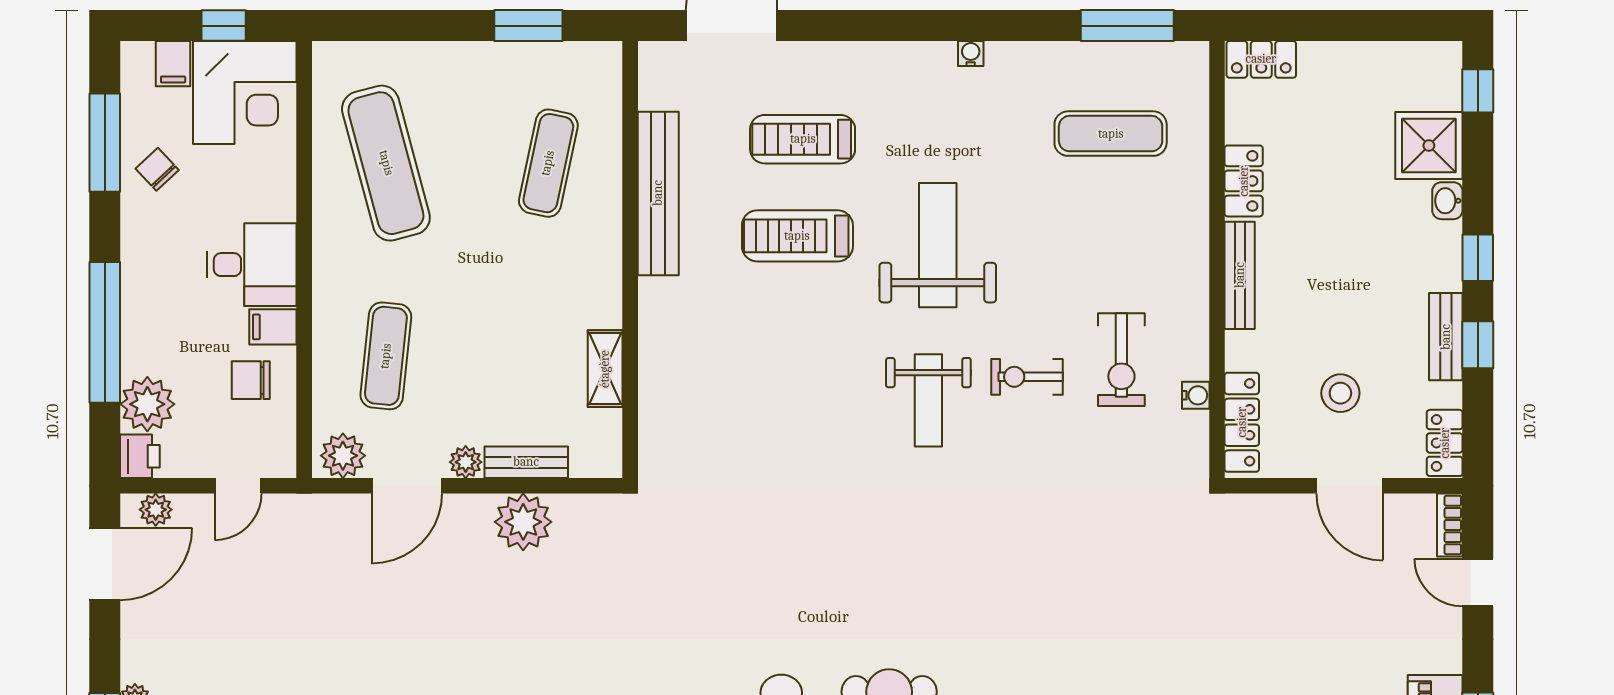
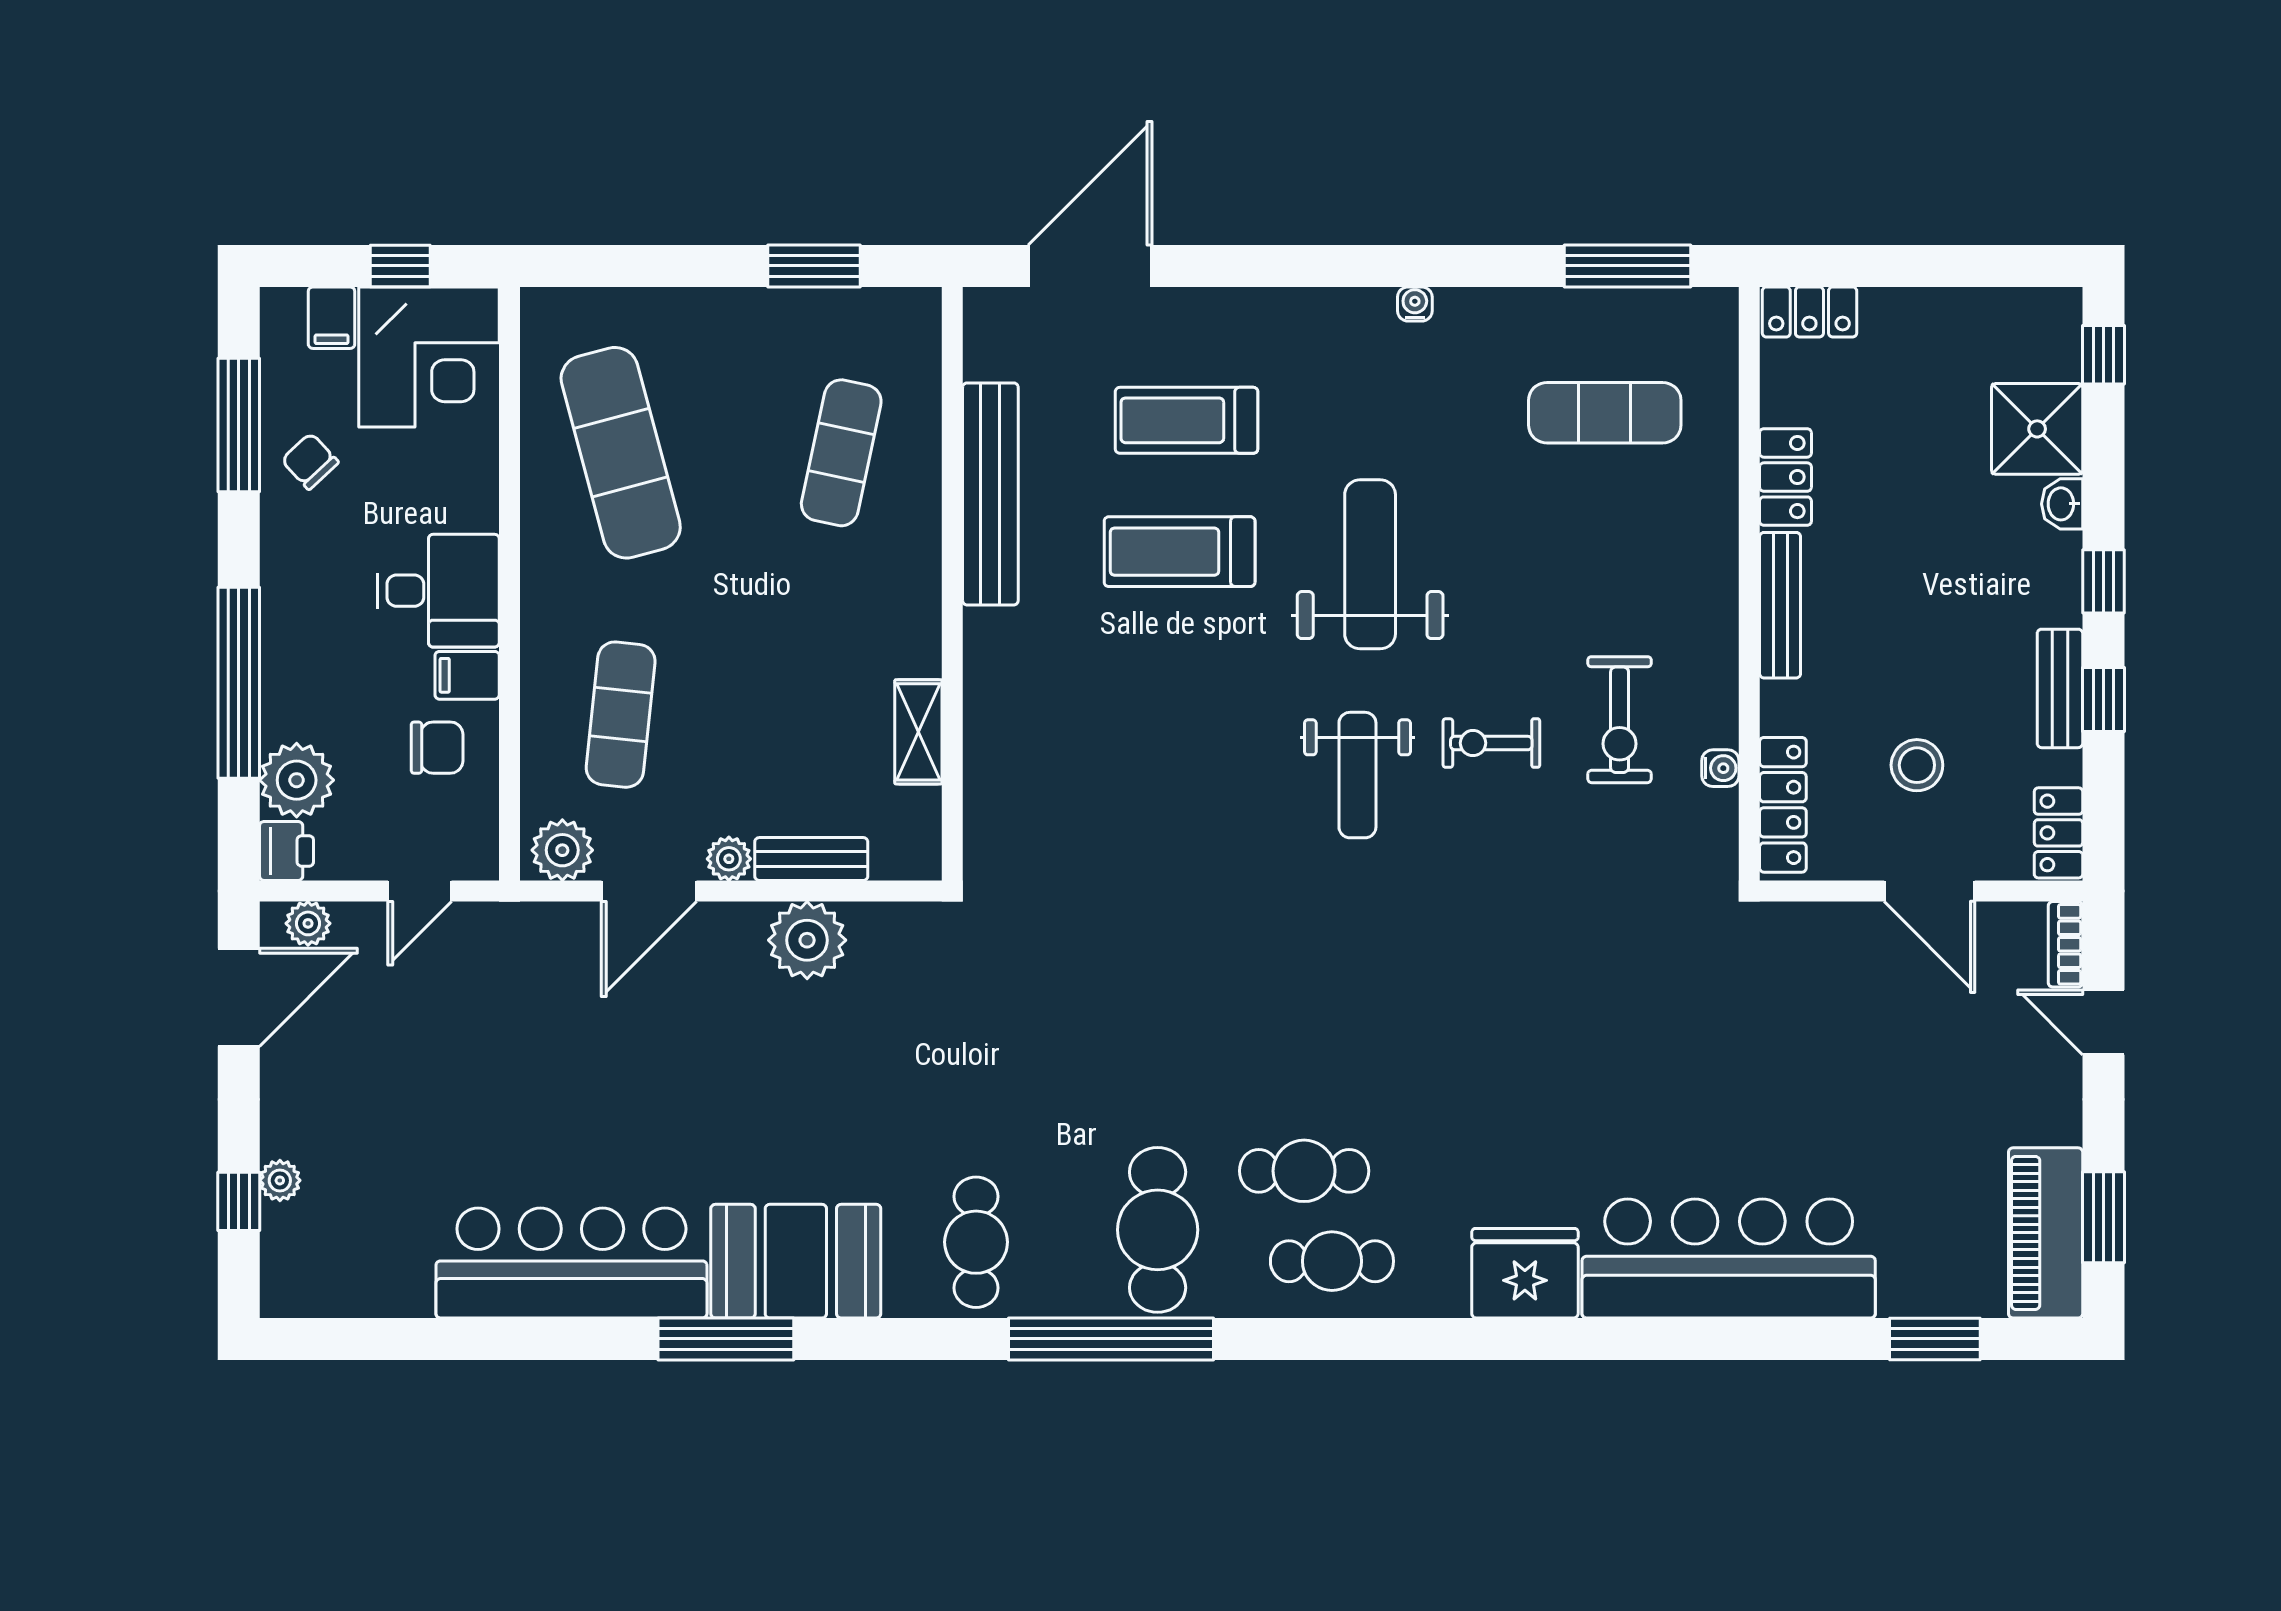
chair: (251, 380) -> (437, 748), turned 180

